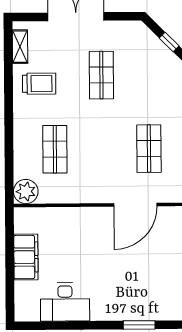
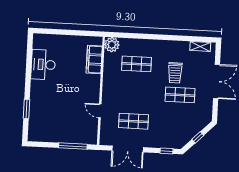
trolley: (39, 84) -> (175, 73), moved
door: (135, 205) -> (100, 111), width x0.53
filing cabinet: (26, 257) -> (94, 59), moved, turned 90

